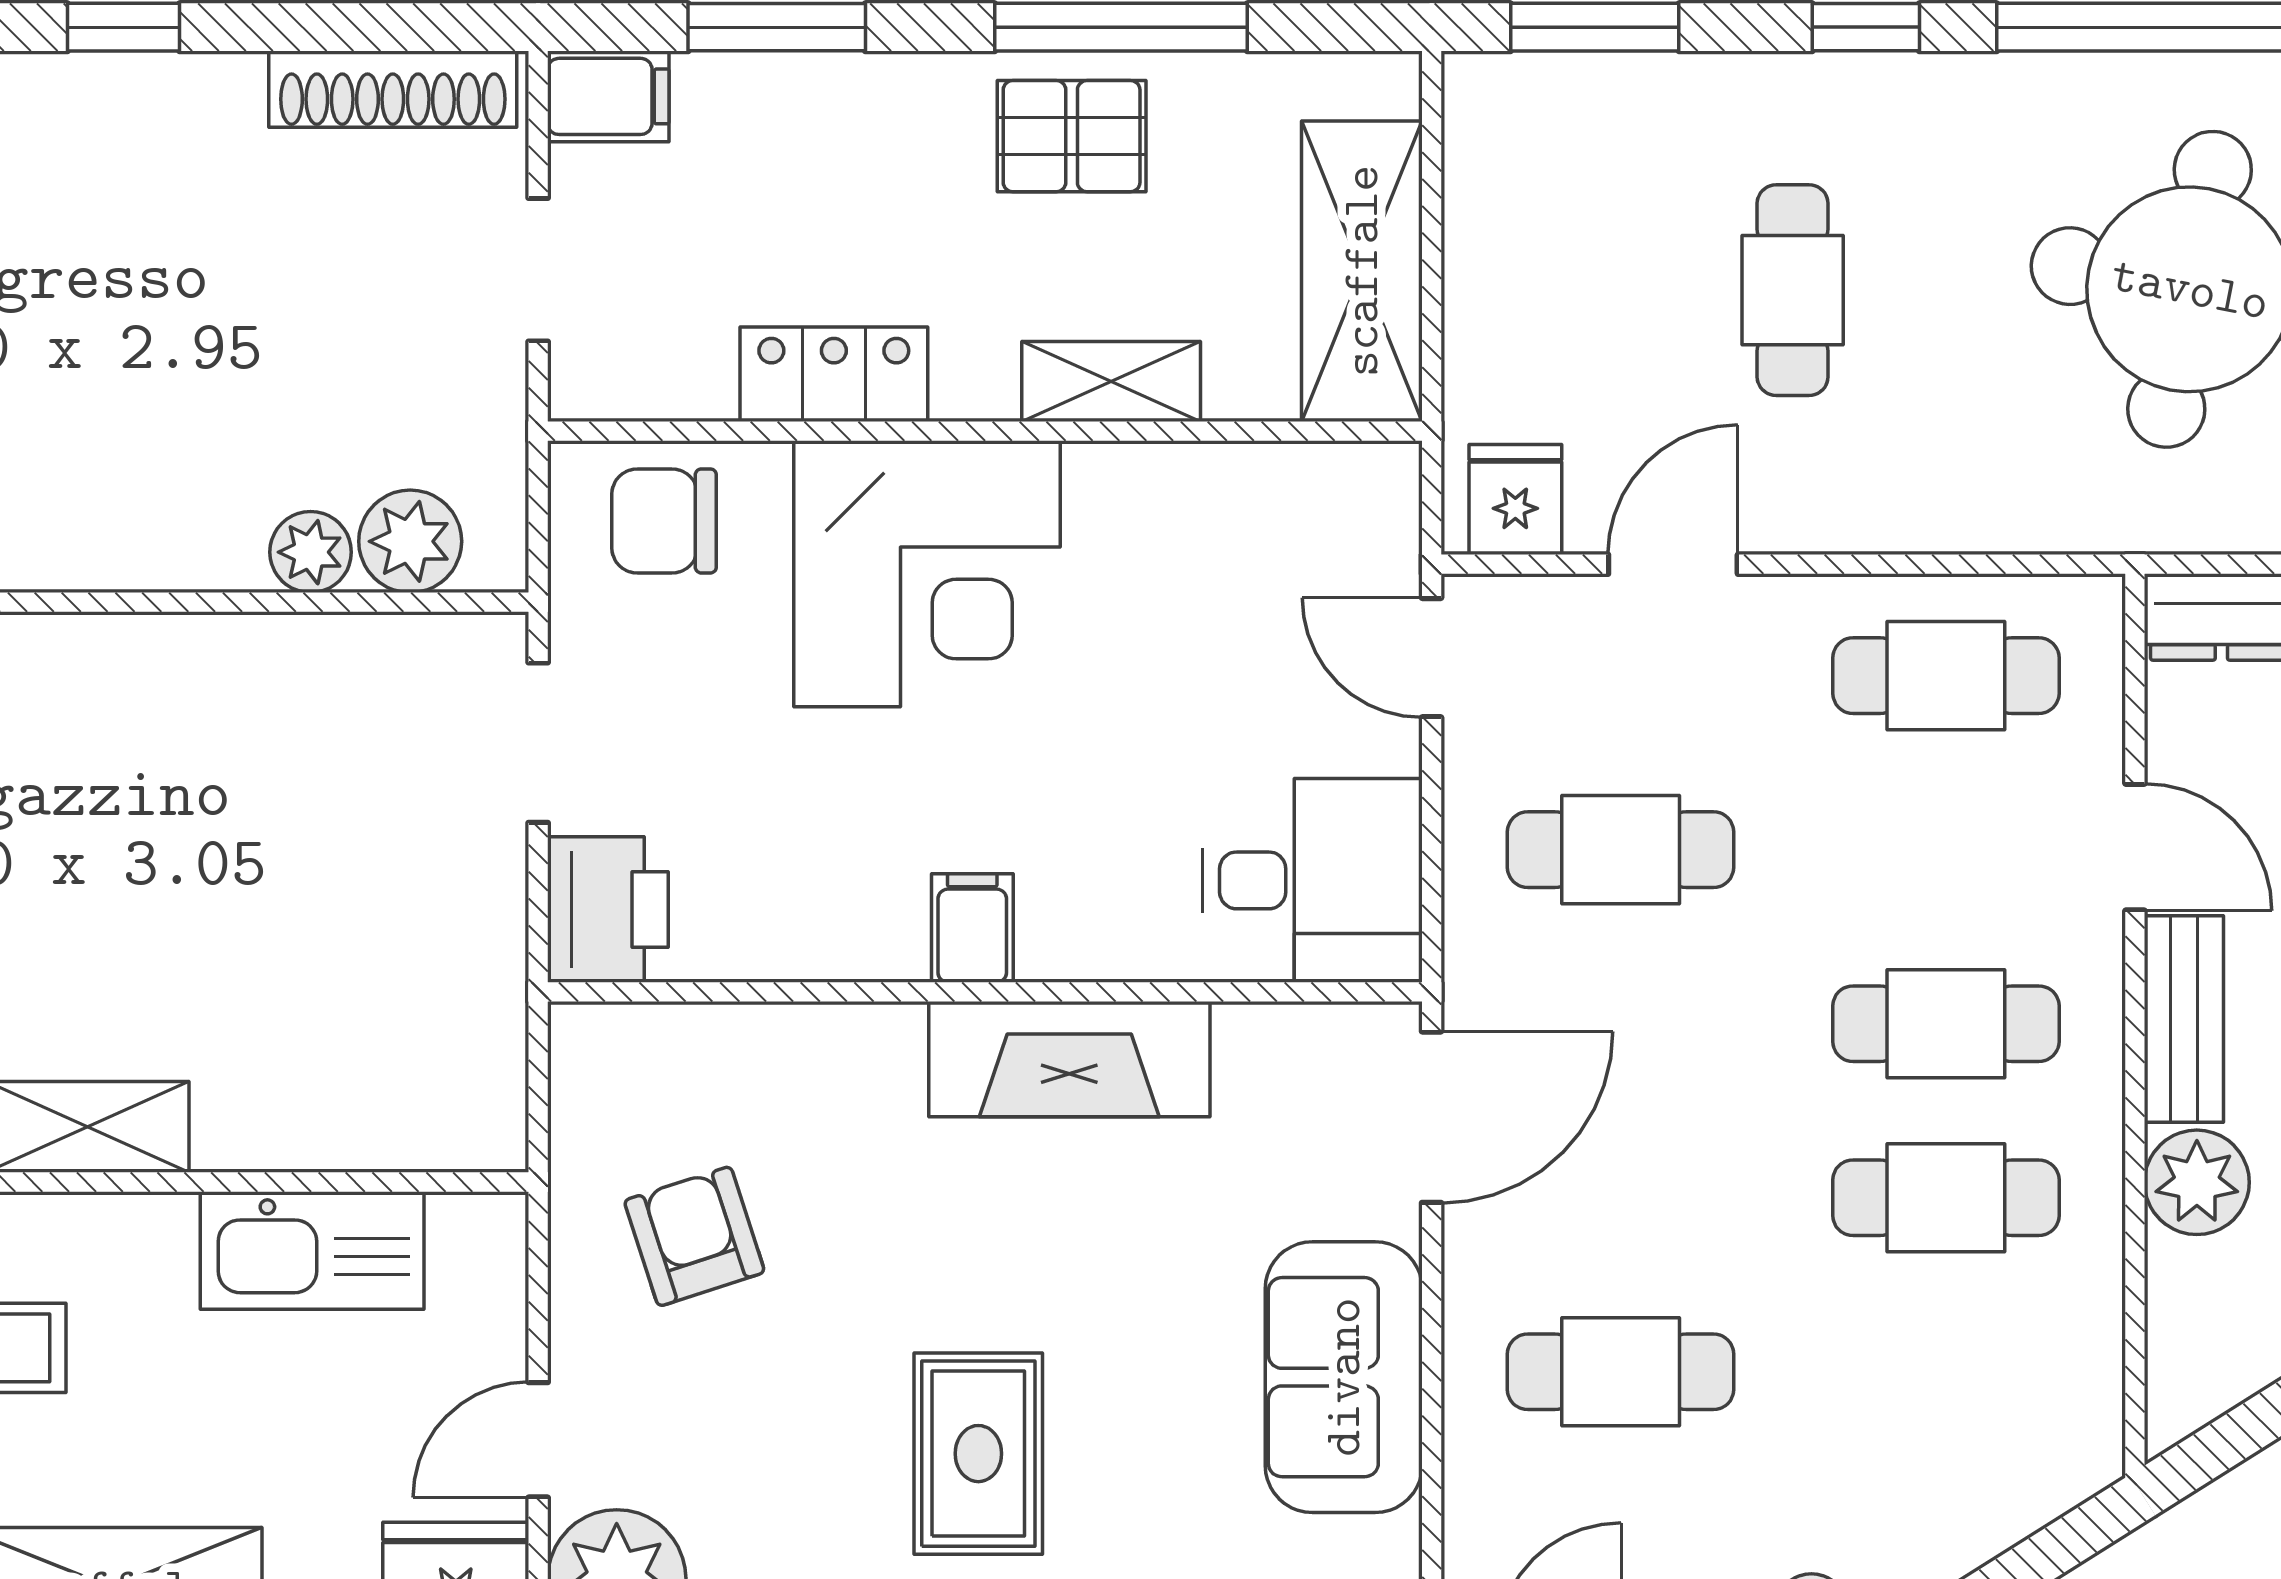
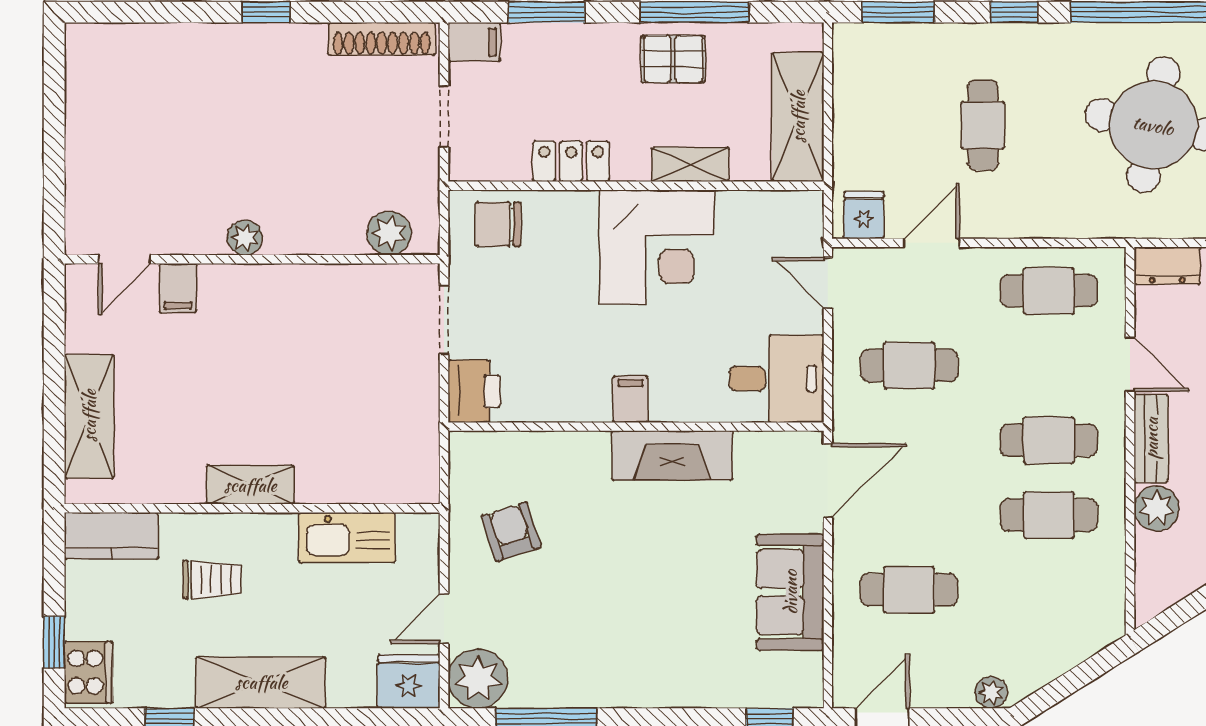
plant: (311, 552) -> (245, 238), moved
corner desk: (927, 574) -> (657, 247), moved
rug: (978, 1454) -> (633, 625), removed

